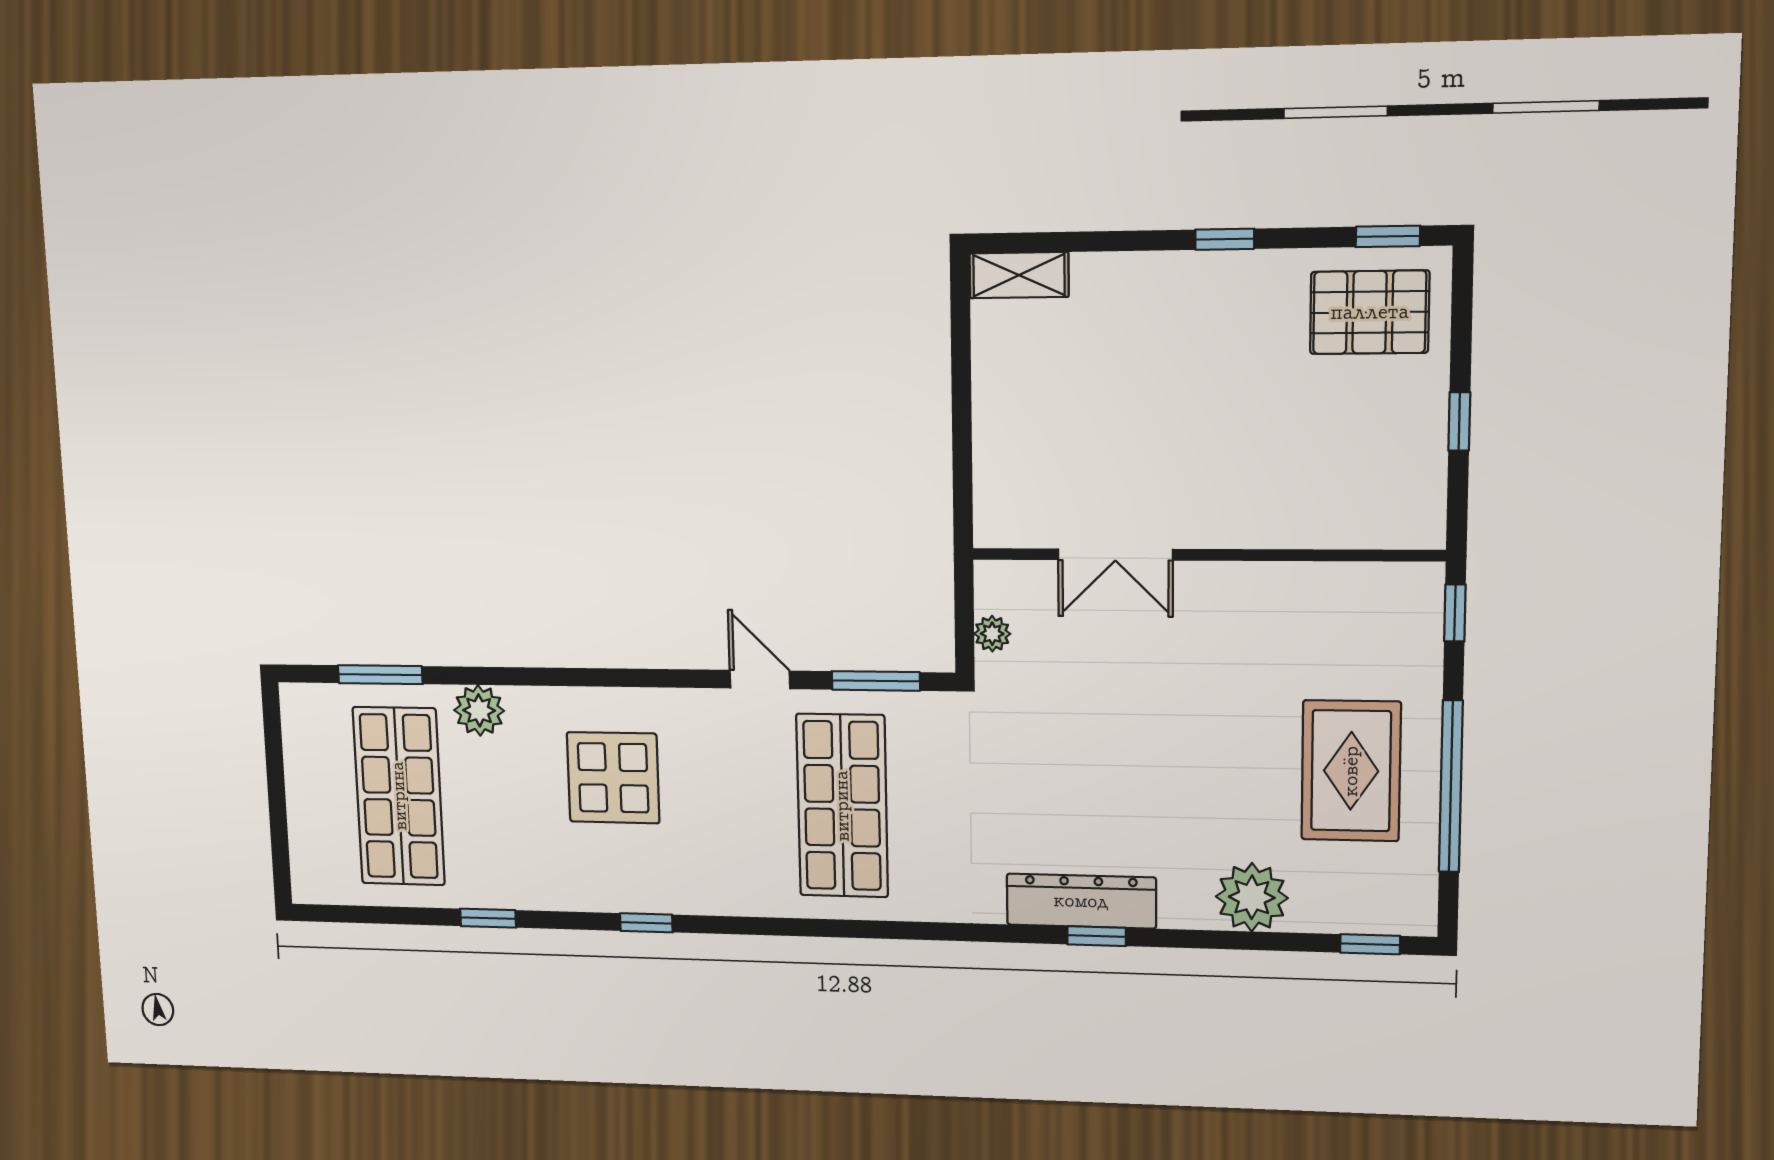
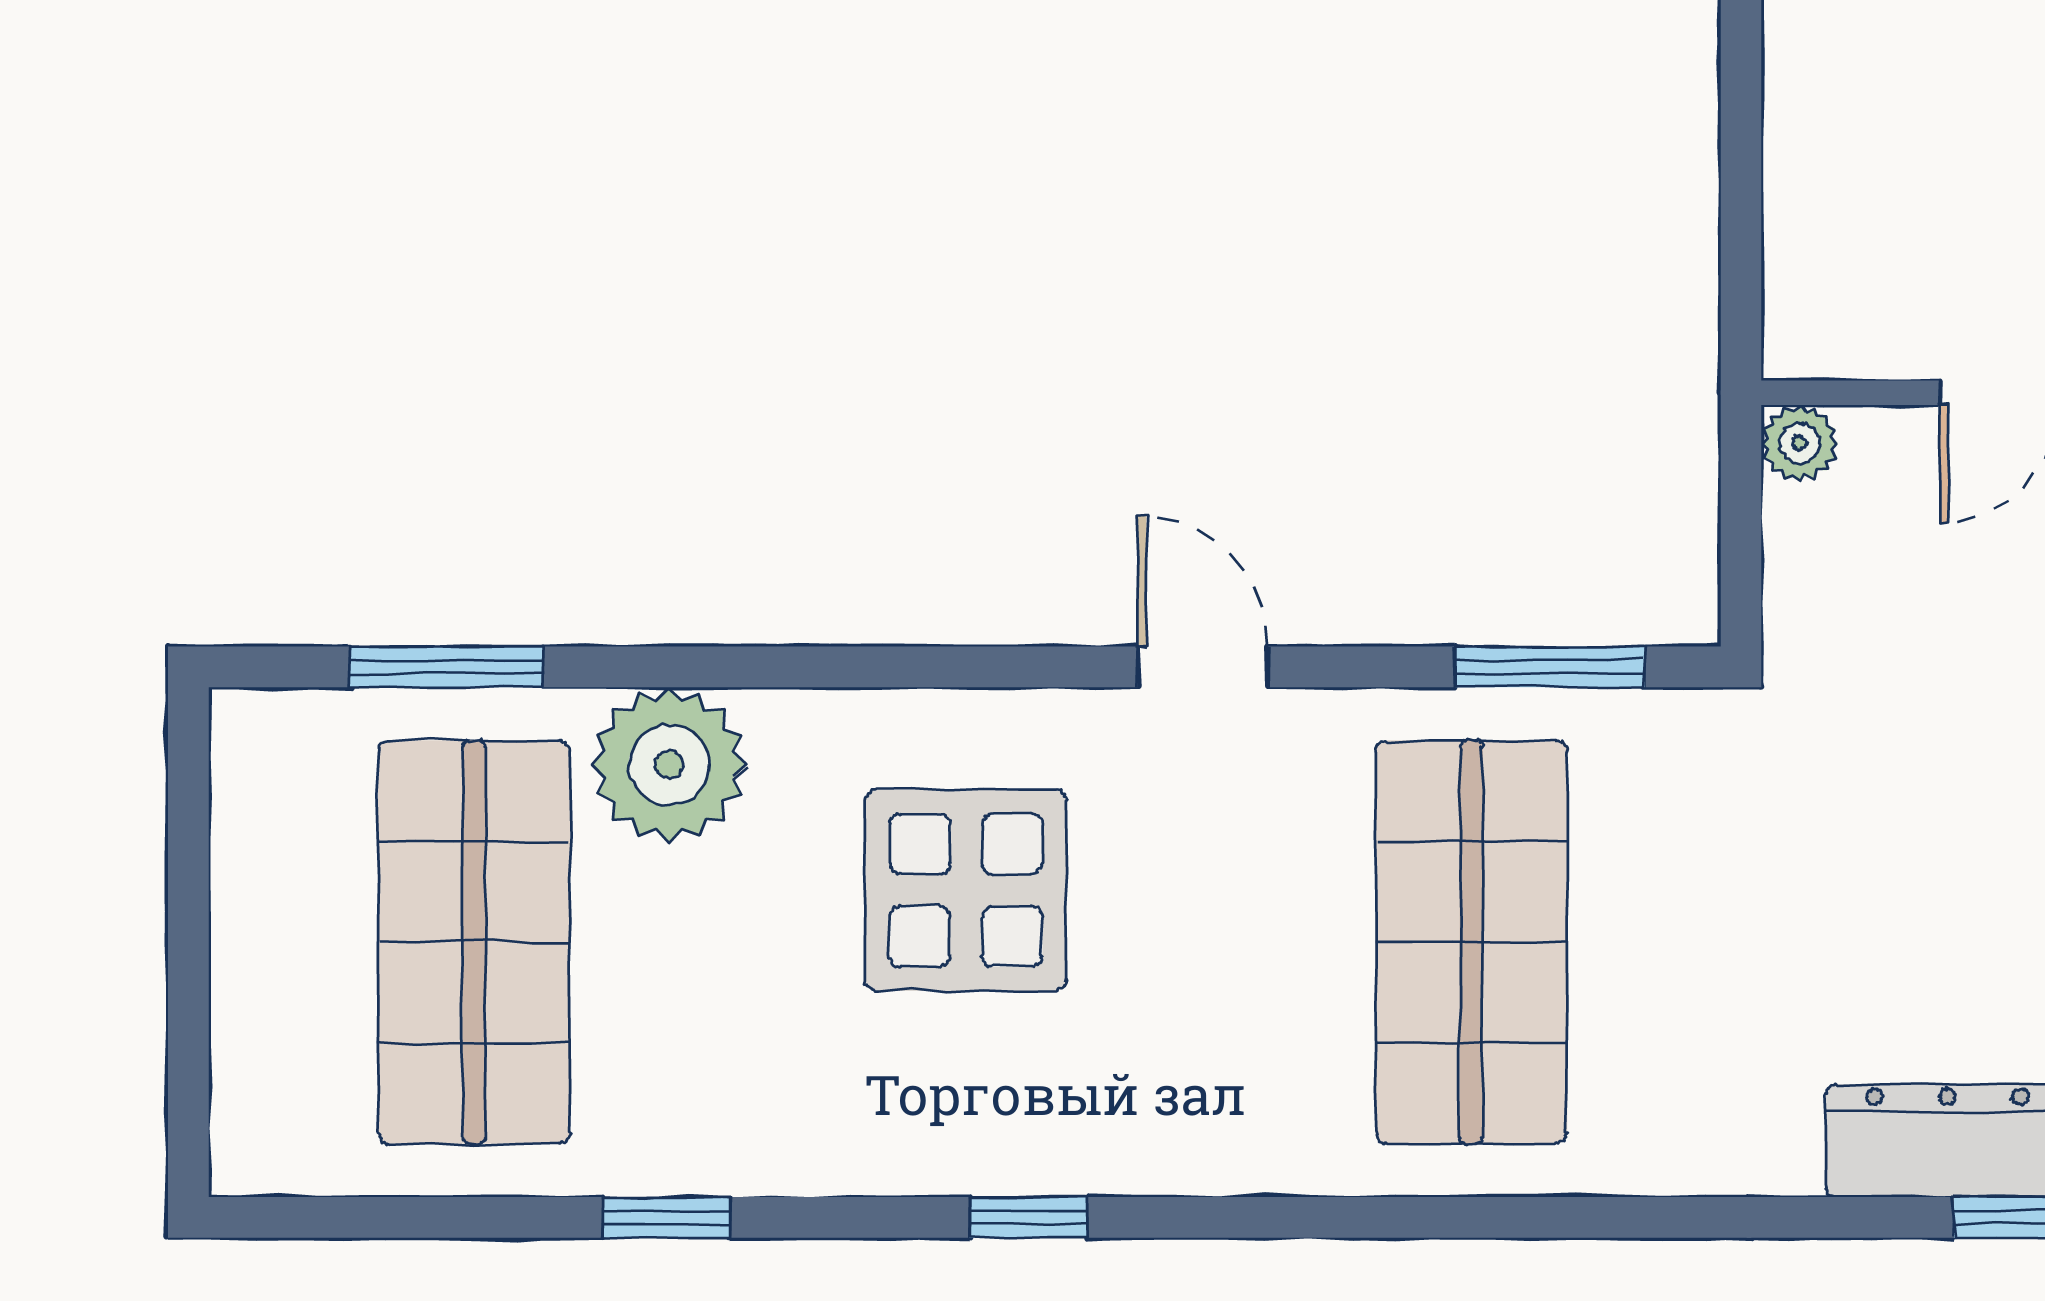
plant: (992, 634) -> (1800, 443), moved
door: (760, 679) -> (1203, 667), moved
plant: (479, 710) -> (669, 765), width x1.36, depth x1.36

